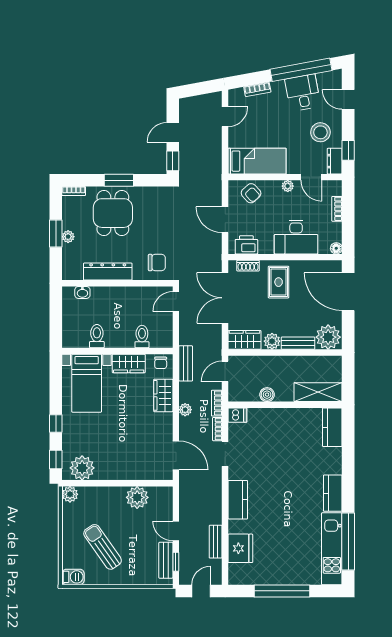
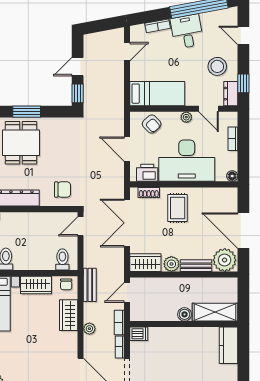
desk: (303, 93) -> (187, 31), moved
desk: (296, 237) -> (187, 161), width x1.36, depth x1.30
door: (348, 292) -> (243, 231), moved
toilet: (142, 337) -> (62, 260), moved
boiler: (267, 395) -> (184, 314), moved

